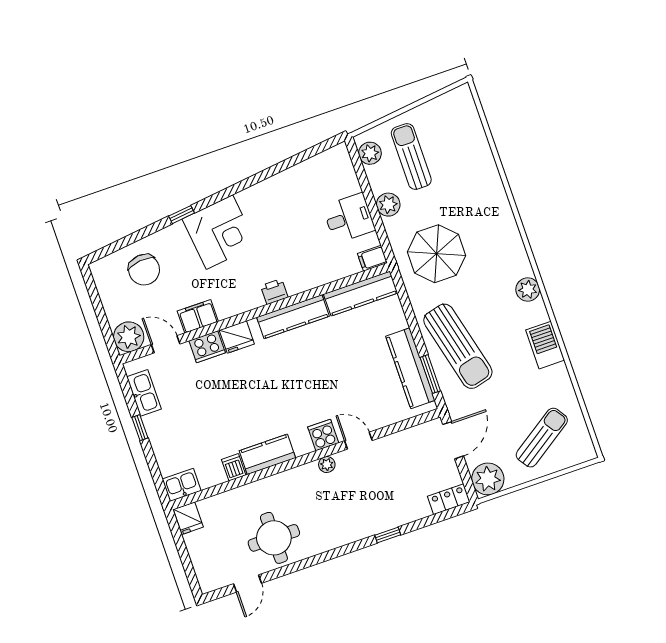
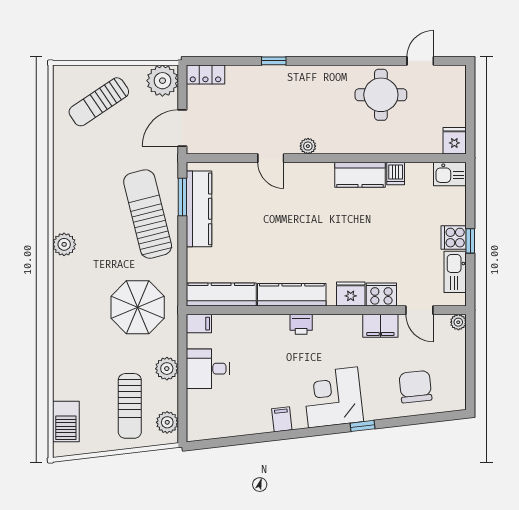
filing cabinet: (261, 194) -> (282, 419), added
plant: (129, 337) -> (458, 322), width x0.53, depth x0.53
barbecue: (545, 345) -> (66, 422), moved
cooker: (323, 435) -> (454, 238), moved, turned 90

